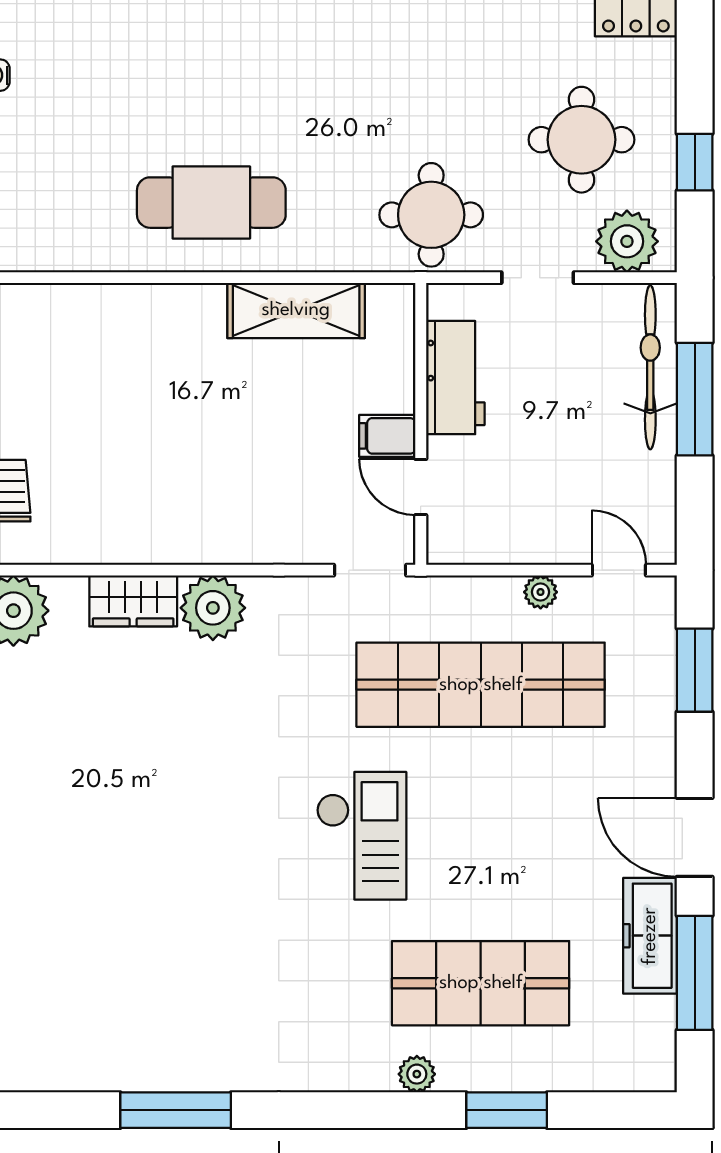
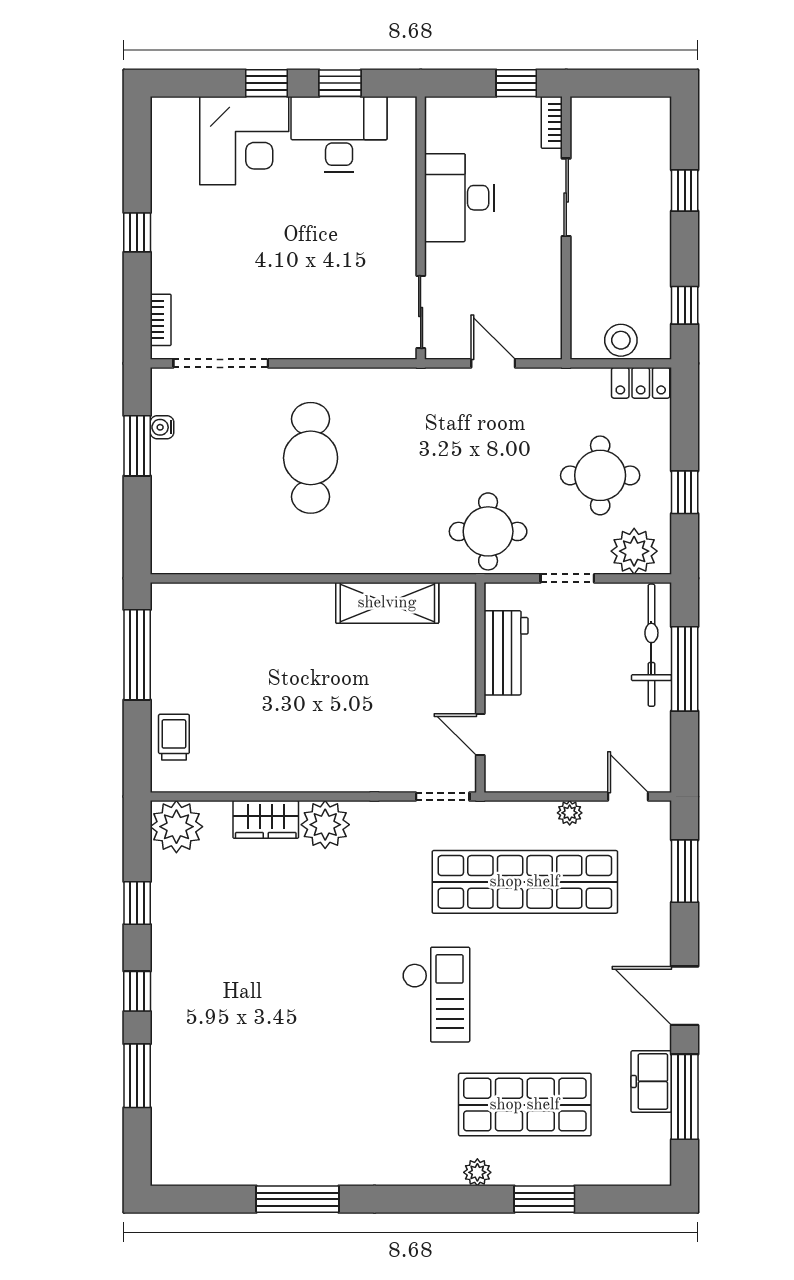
cafe table: (211, 203) -> (311, 458), moved, turned 90
filing cabinet: (387, 436) -> (455, 696), removed
freezer: (650, 936) -> (651, 1081), width x0.71

